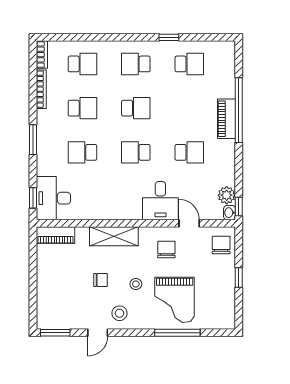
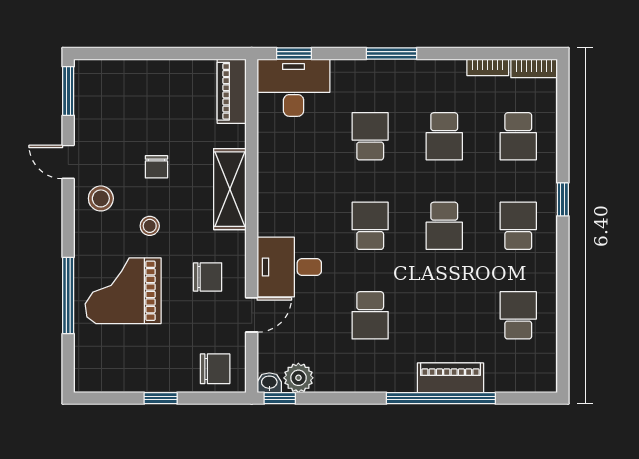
window: (169, 37) -> (563, 199), moved
school desk: (189, 64) -> (518, 315), turned 180
bookcase: (41, 89) -> (488, 67), width x0.64
piano: (227, 119) -> (450, 378), moved

